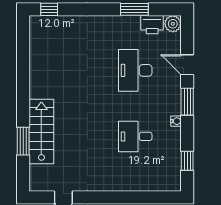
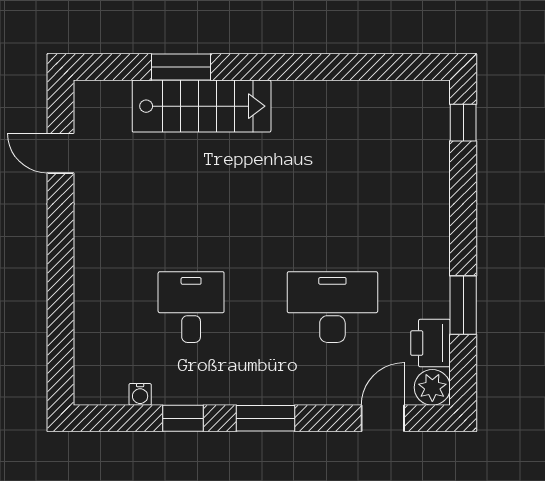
door: (187, 65) -> (383, 418), moved
water cooler: (176, 121) -> (140, 394), moved
window: (187, 161) -> (183, 418), moved

